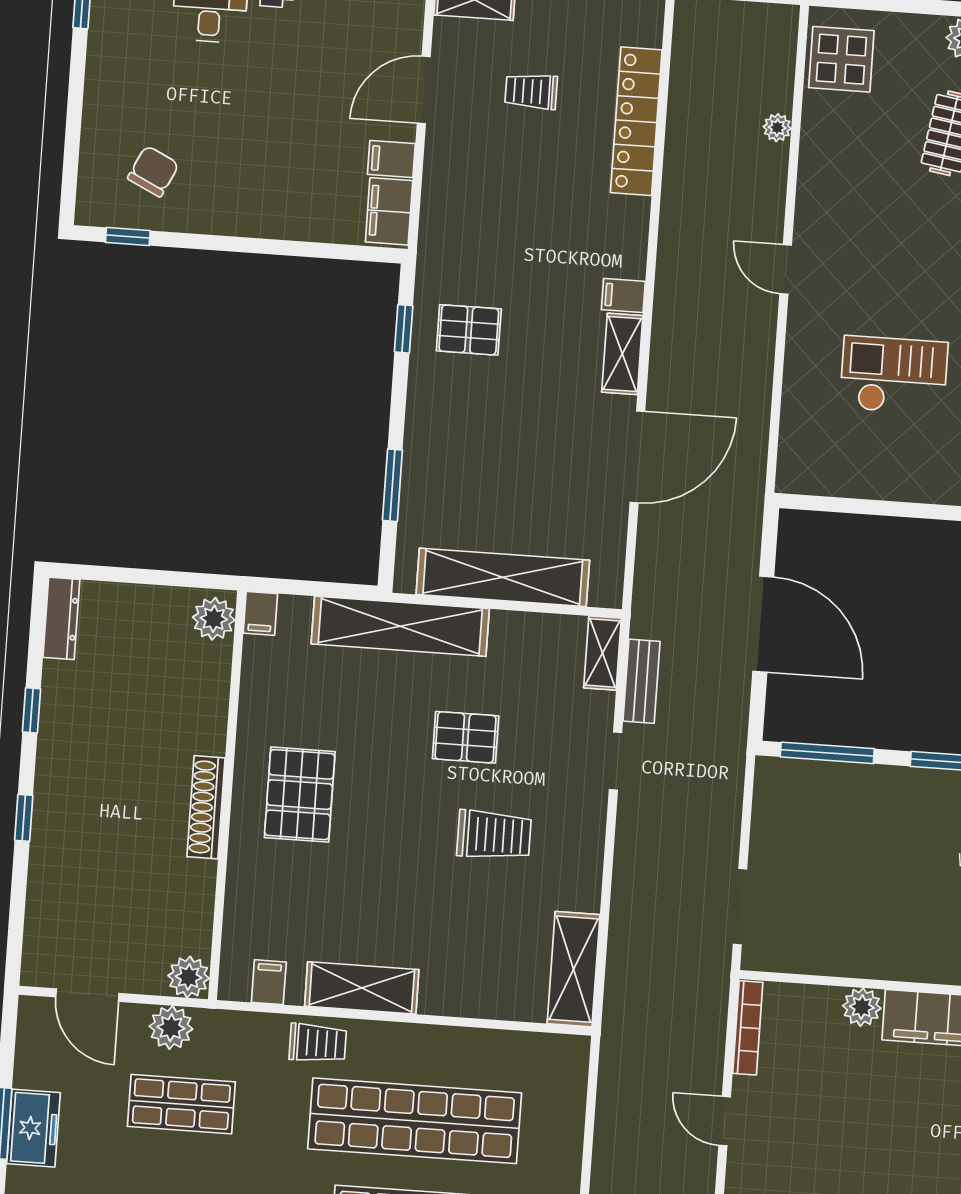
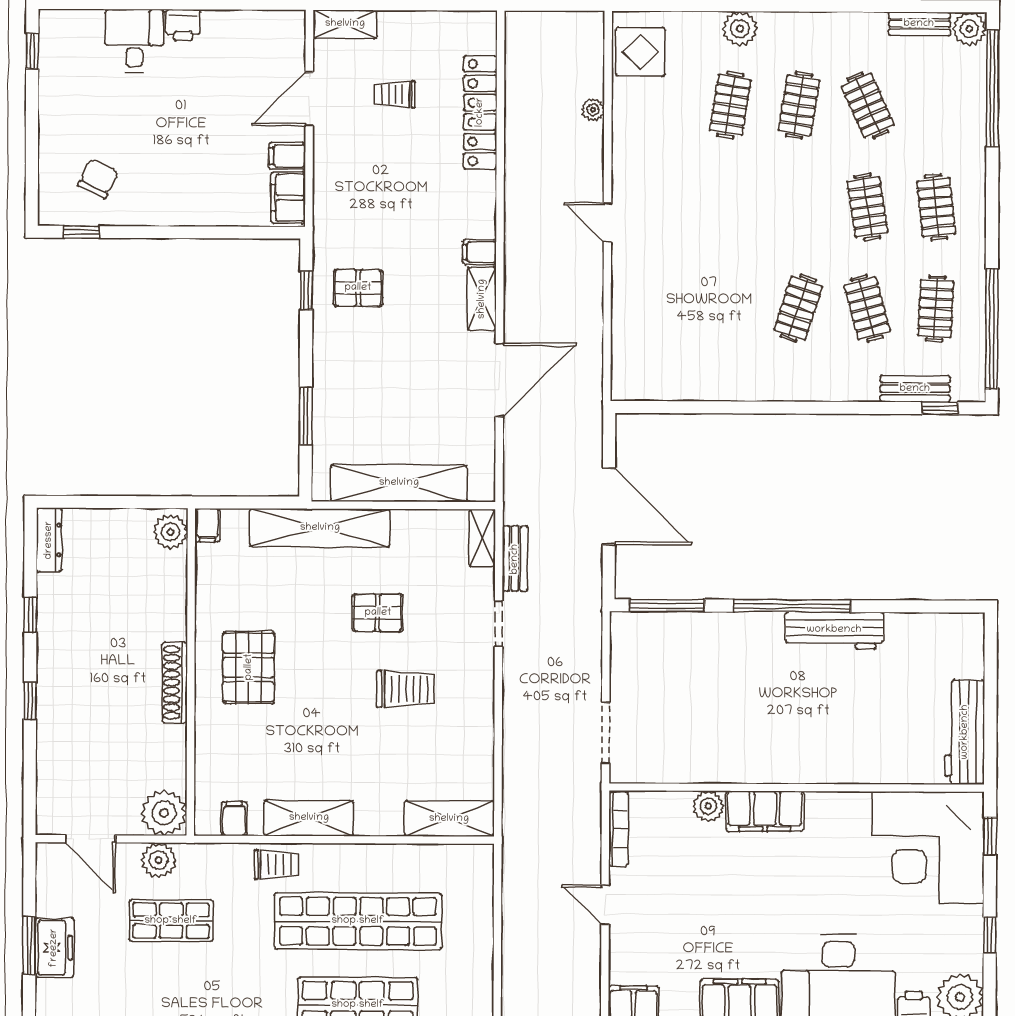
checkout: (894, 375) -> (699, 301), removed
shelving: (574, 969) -> (449, 819), moved, turned 90
plant: (189, 977) -> (164, 813), width x1.36, depth x1.36

